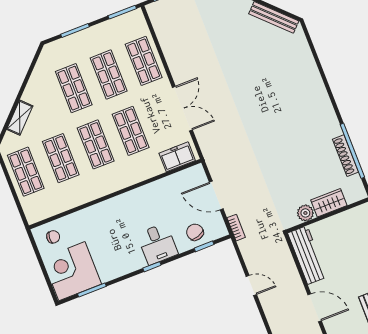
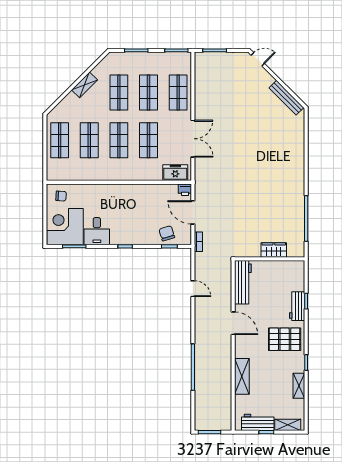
shelving: (20, 118) -> (84, 85), moved
shoe rack: (345, 156) -> (300, 220), removed
printer: (196, 172) -> (185, 190), added
plant: (305, 213) -> (254, 251), removed
desk: (157, 244) -> (97, 231), moved

